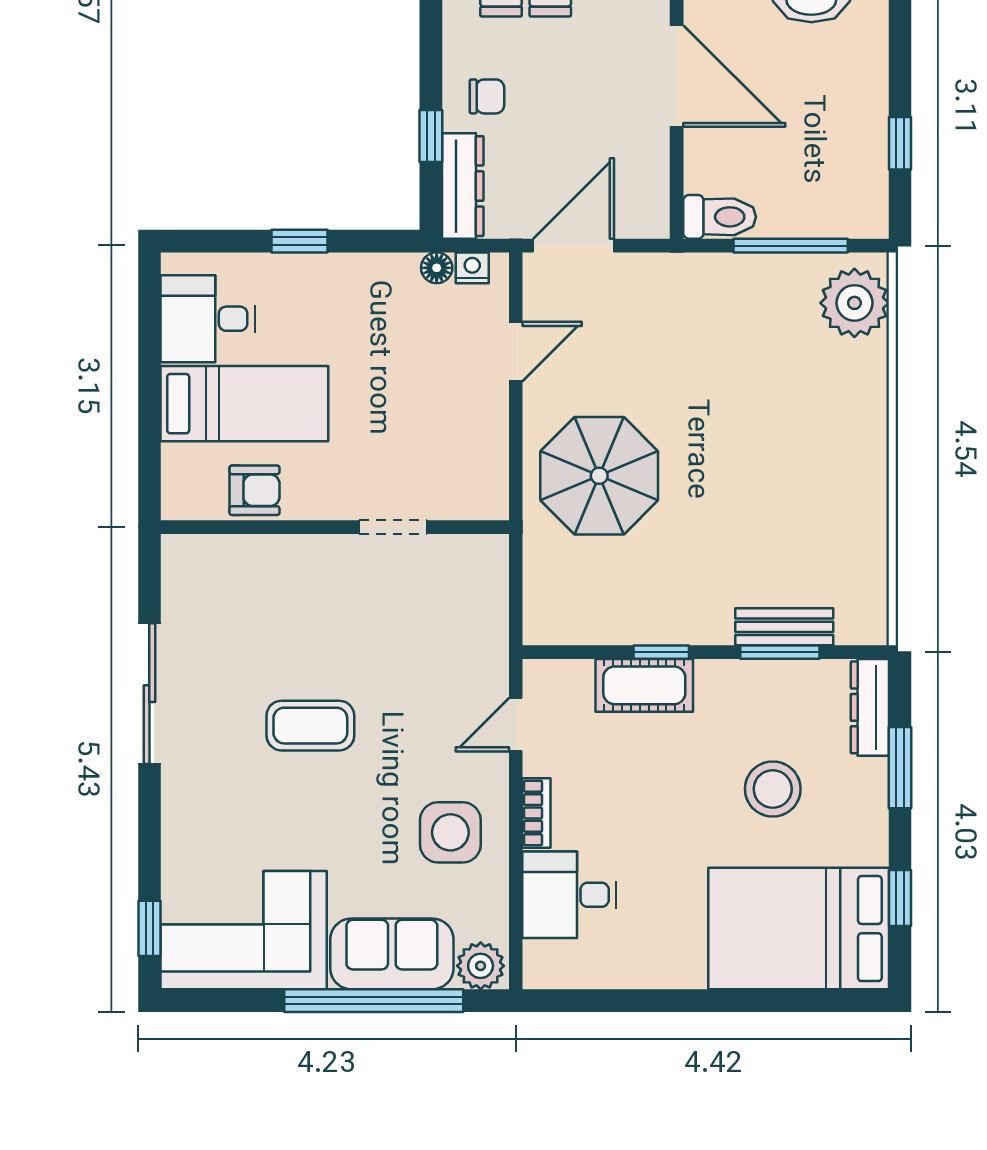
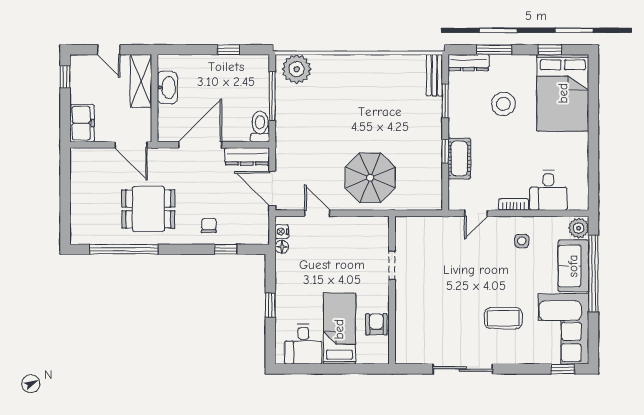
dresser: (463, 186) -> (247, 156), moved, turned 180
bench: (784, 627) -> (434, 75), moved
door: (516, 725) -> (476, 213), hinge flipped
coffee table: (310, 726) -> (503, 318), moved, turned 90
side table: (450, 832) -> (522, 241), width x0.54, depth x0.54

